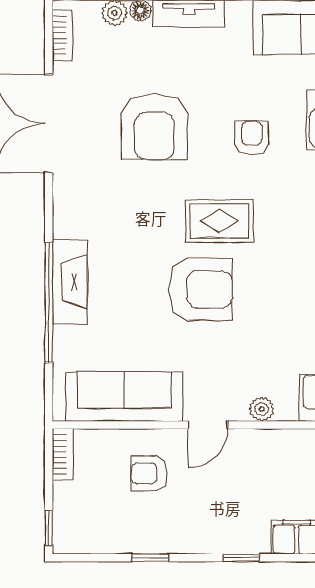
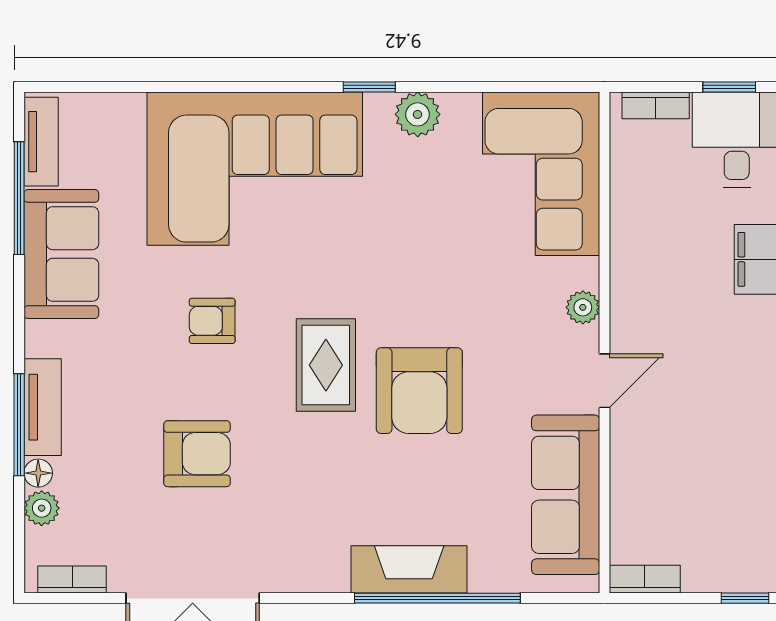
armchair: (154, 127) -> (197, 454), width x0.73, depth x0.73
armchair: (201, 289) -> (419, 391), turned 180
door: (208, 425) -> (605, 381), hinge flipped
armchair: (149, 473) -> (671, 461), removed

